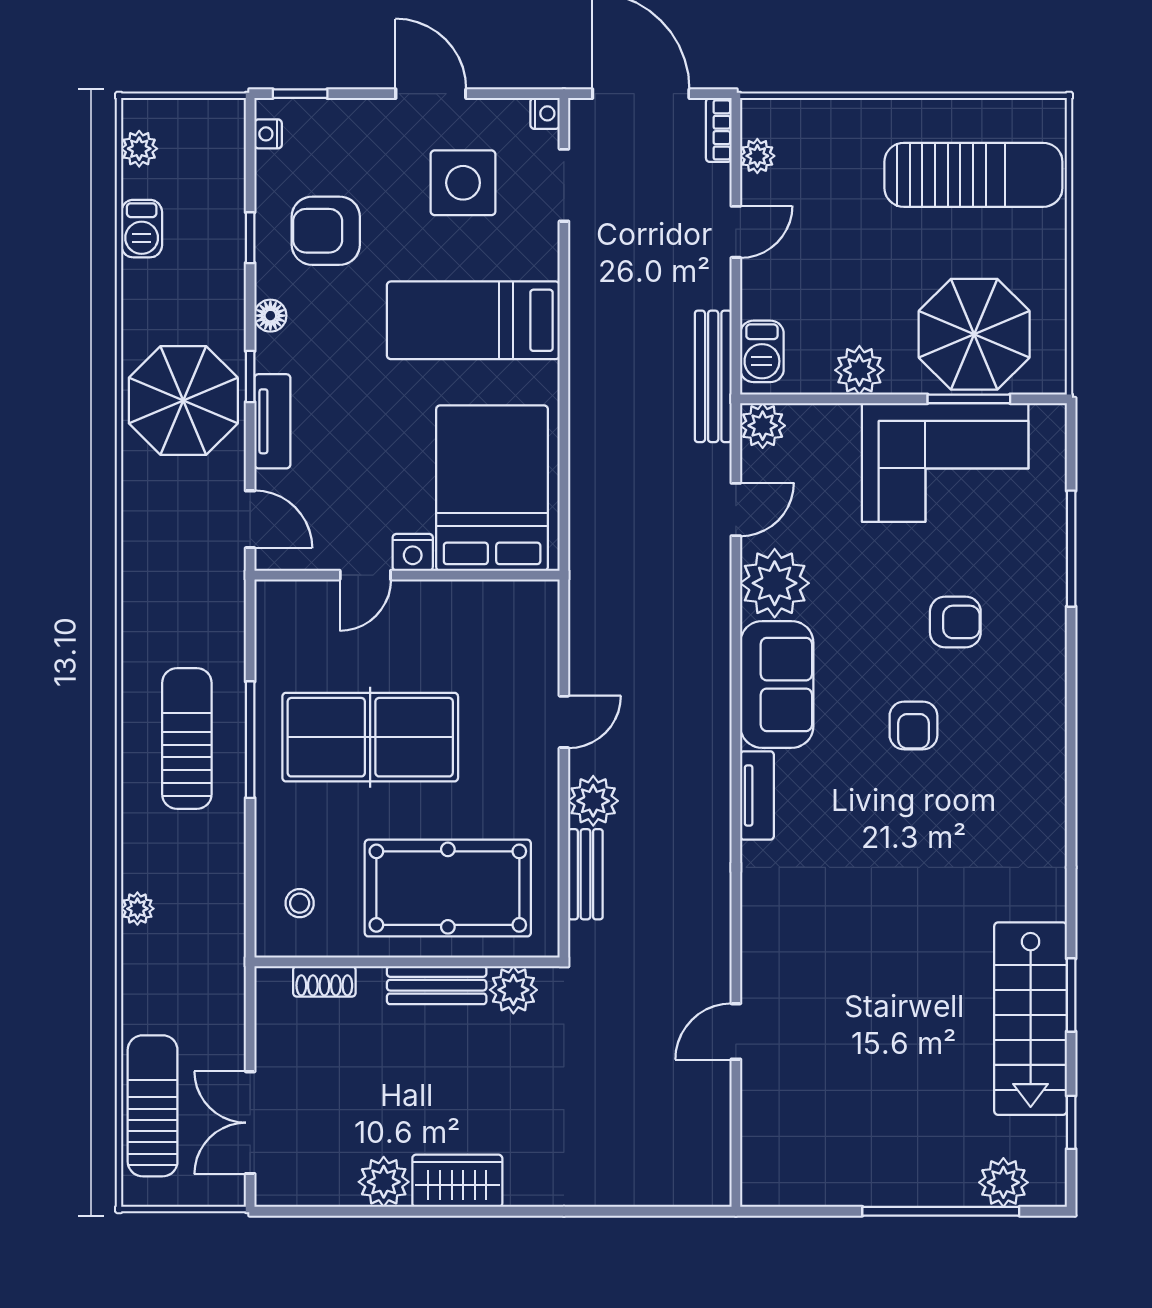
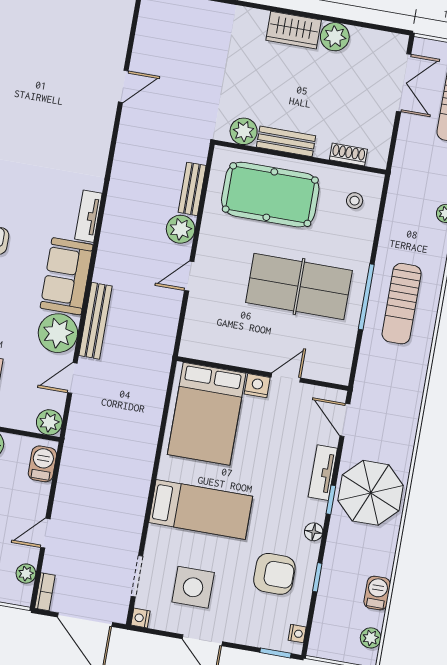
bench: (713, 376) -> (95, 321), moved

